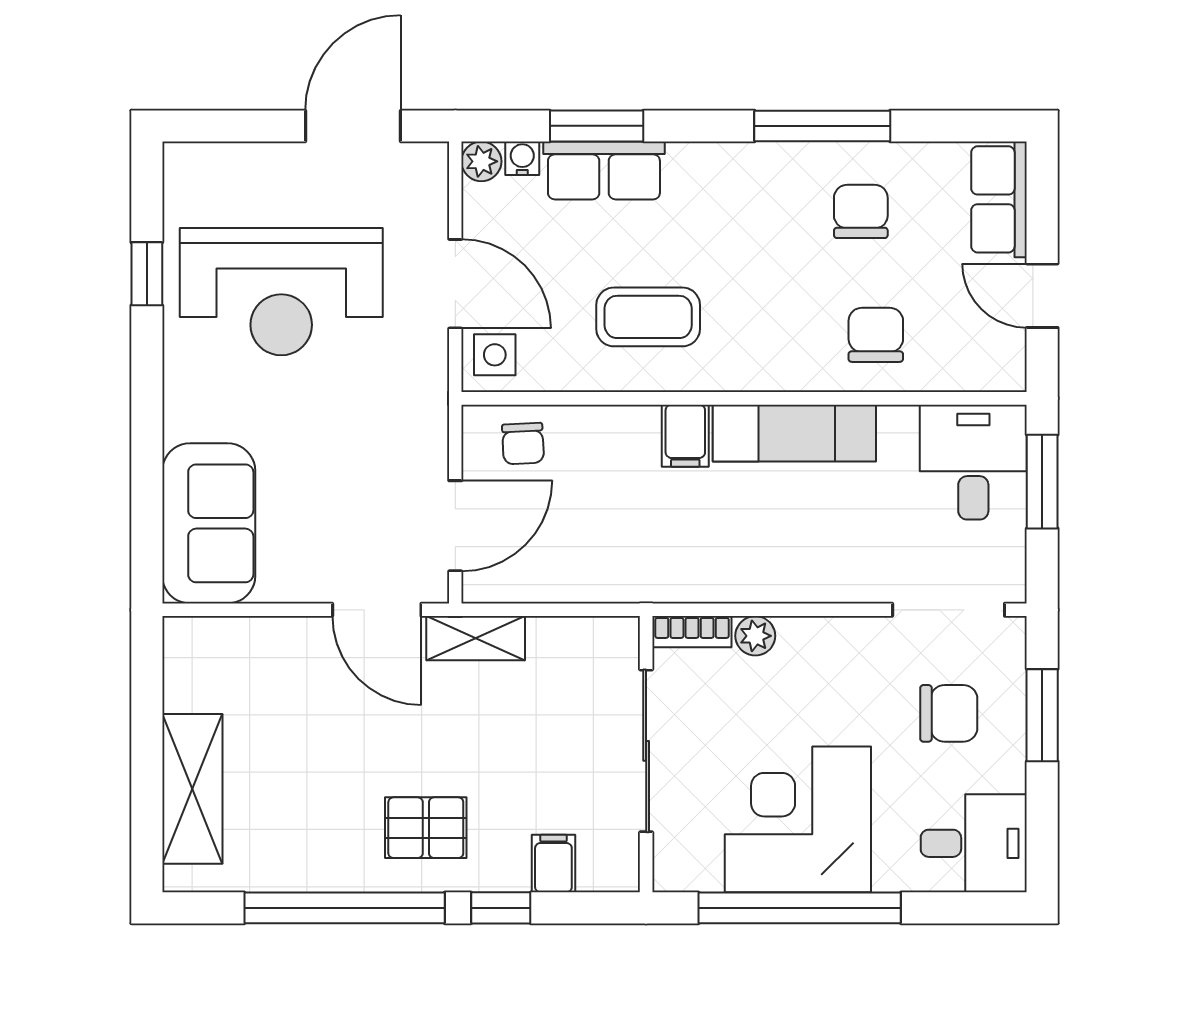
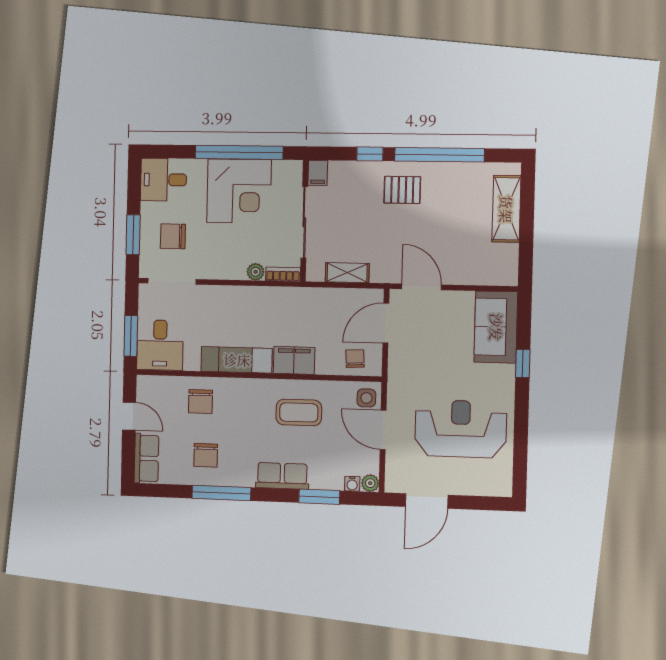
row of seats: (604, 171) -> (282, 476), moved
window: (147, 274) -> (523, 363), moved
filing cabinet: (685, 436) -> (294, 360), width x2.00
shelving: (476, 638) -> (347, 273), moved
filing cabinet: (553, 864) -> (318, 173), moved

